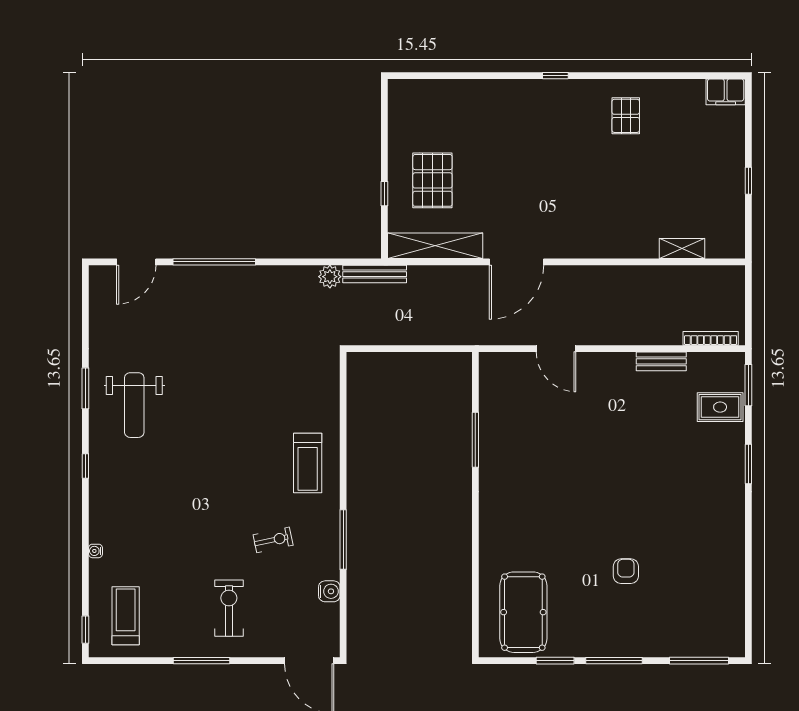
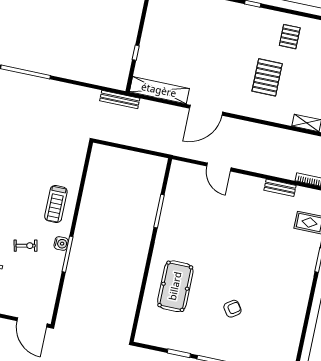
pallet: (432, 180) -> (267, 77), moved
plant: (330, 277) -> (93, 95), removed
armchair: (626, 571) -> (232, 309), turned 55
water cooler: (329, 591) -> (61, 243), moved
pool table: (523, 612) -> (175, 286), moved

